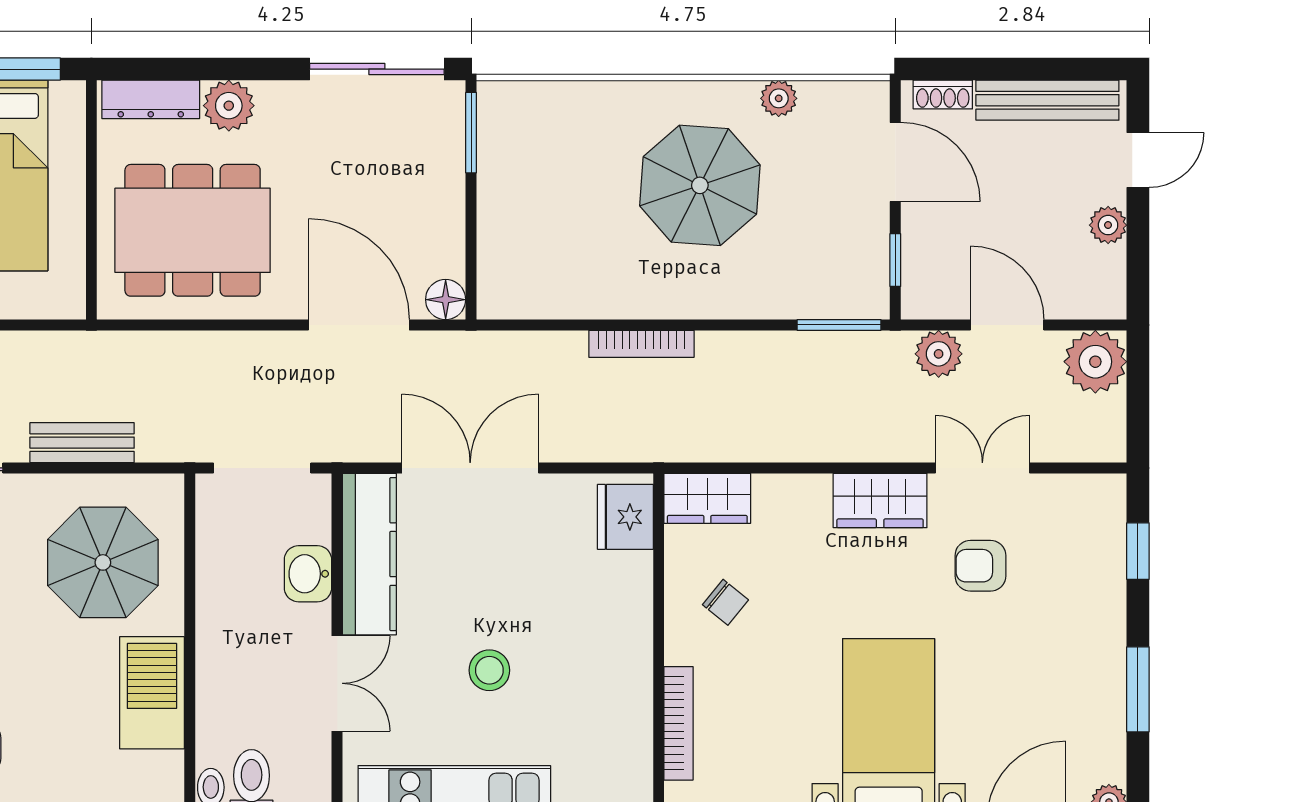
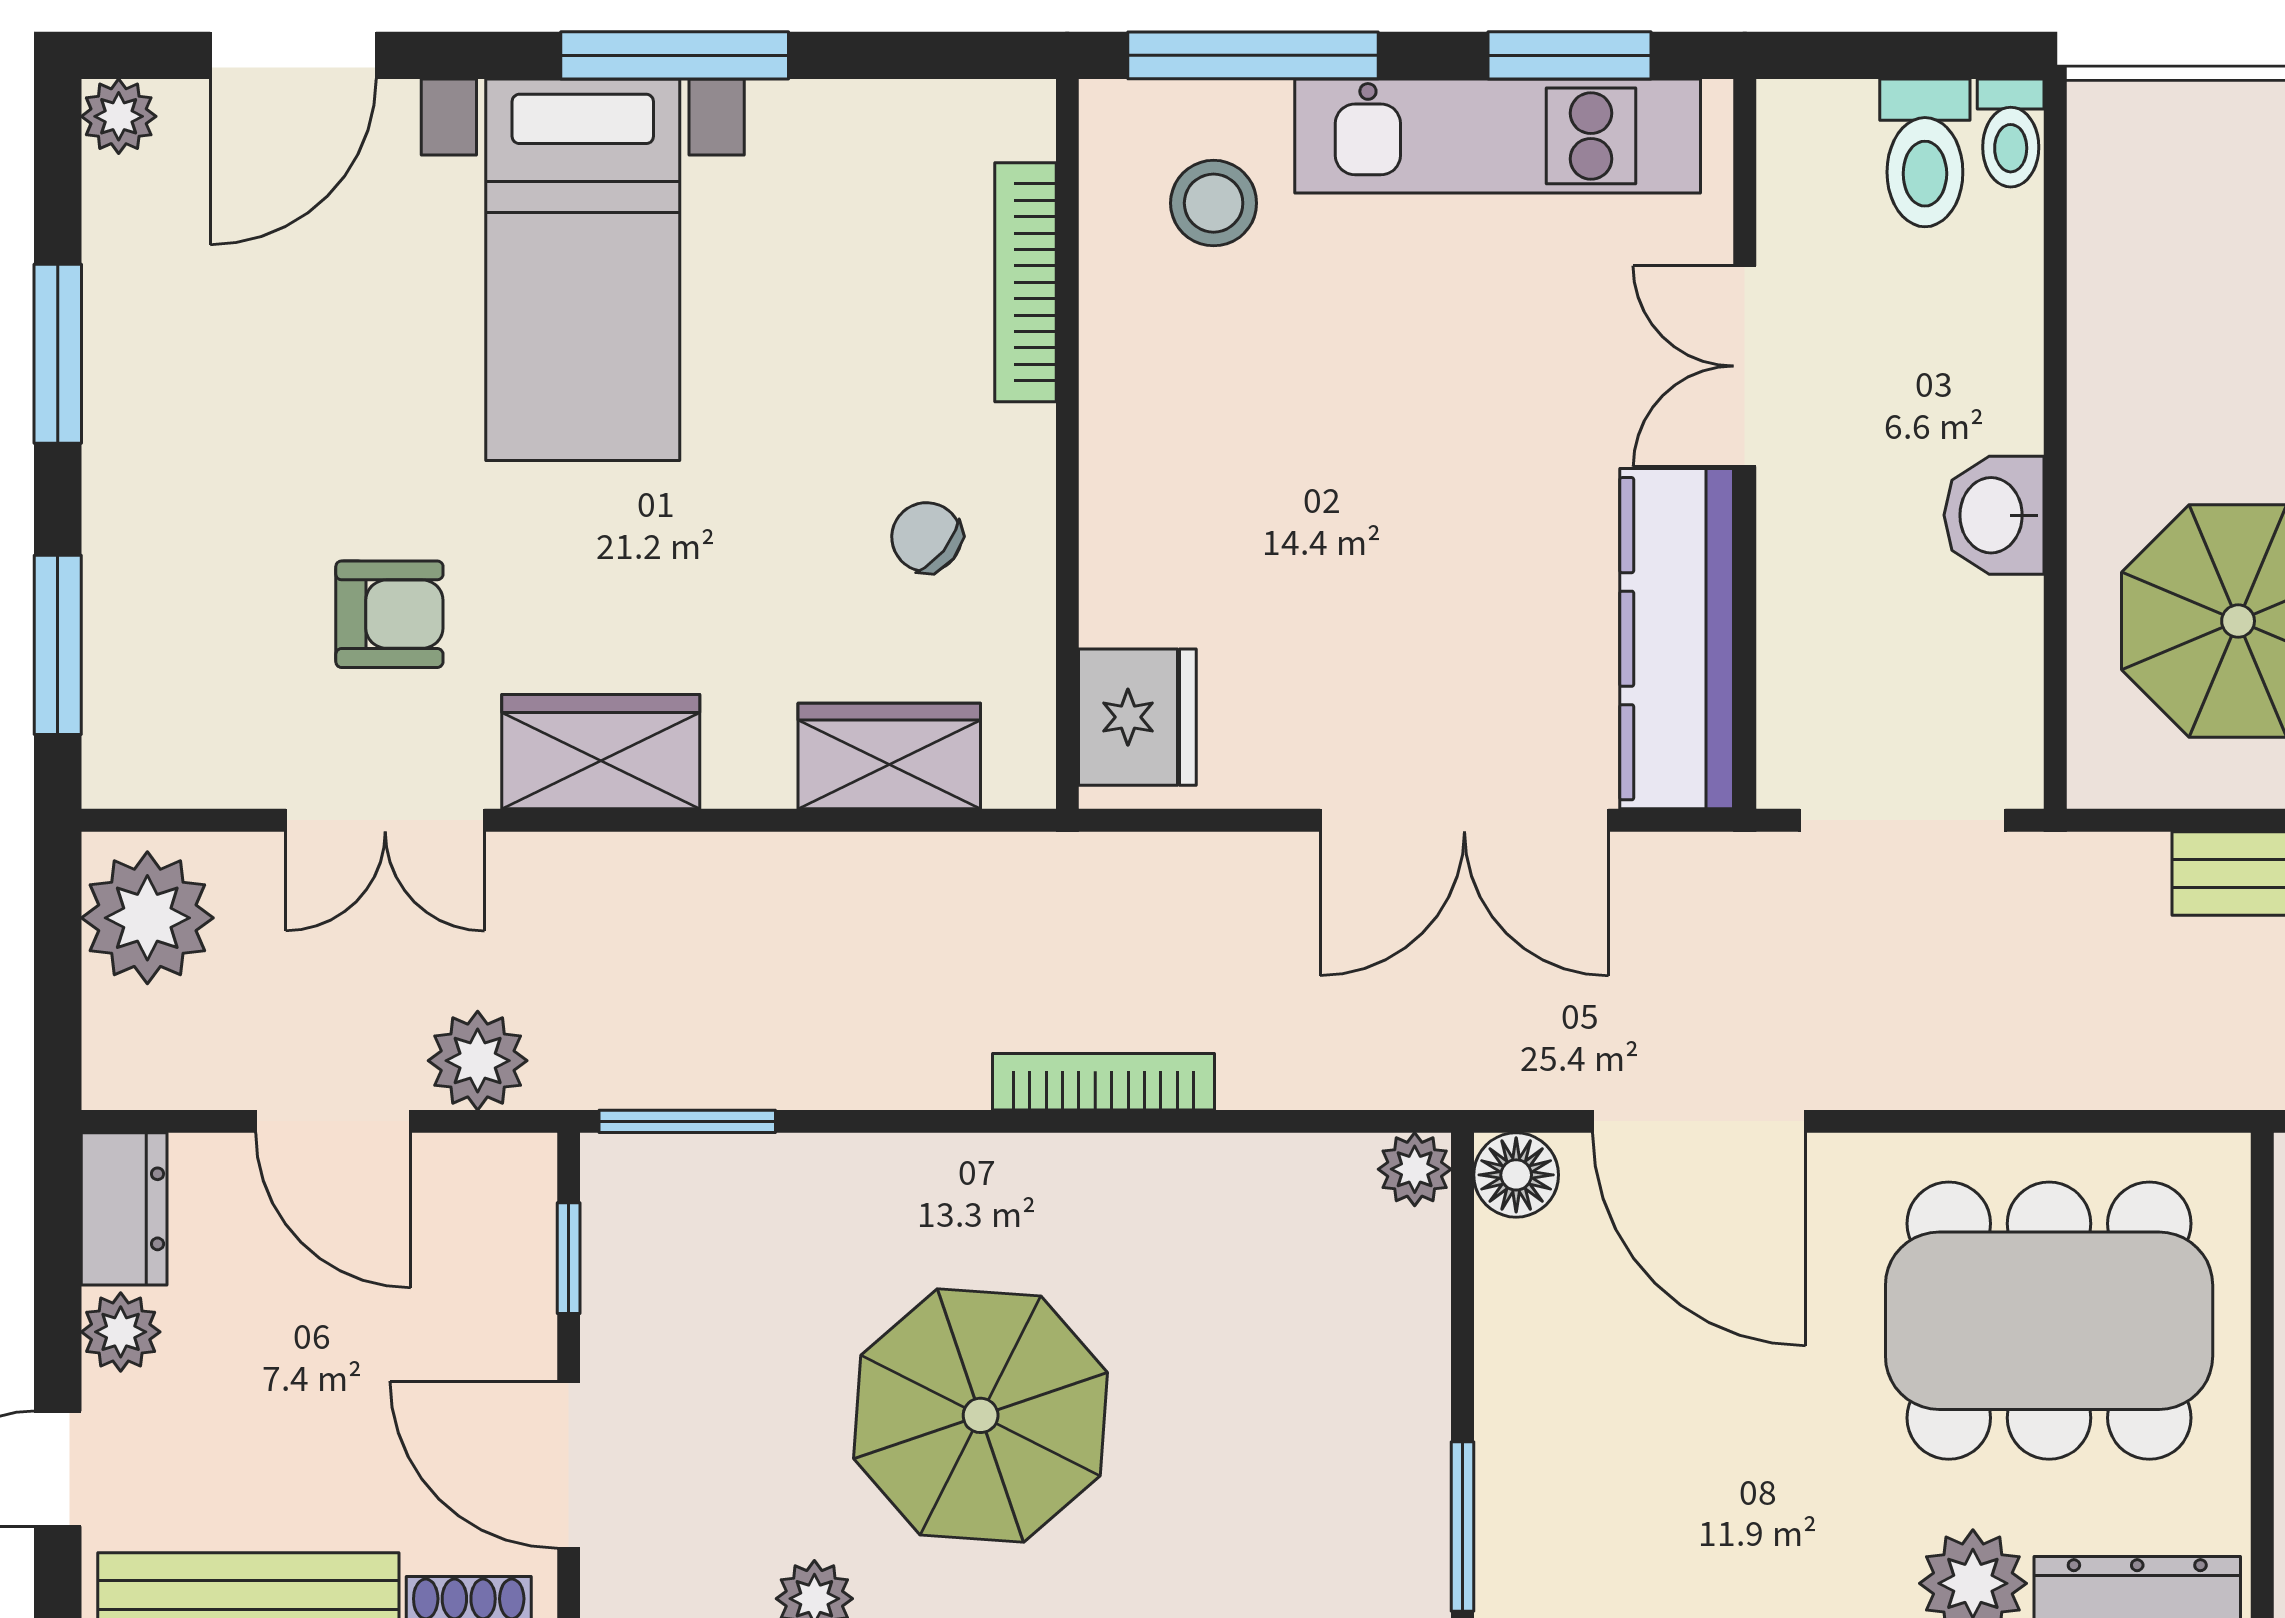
dresser: (1106, 283) -> (124, 1209), added
plant: (494, 302) -> (1415, 1169), added
plant: (1095, 362) -> (147, 918), moved
wardrobe: (707, 498) -> (889, 756), moved
window: (1138, 551) -> (58, 645), width x1.50
washbasin: (308, 574) -> (1994, 515), moved, turned 180
stool: (489, 670) -> (1214, 203), moved
barbecue: (152, 693) -> (2135, 347), removed

